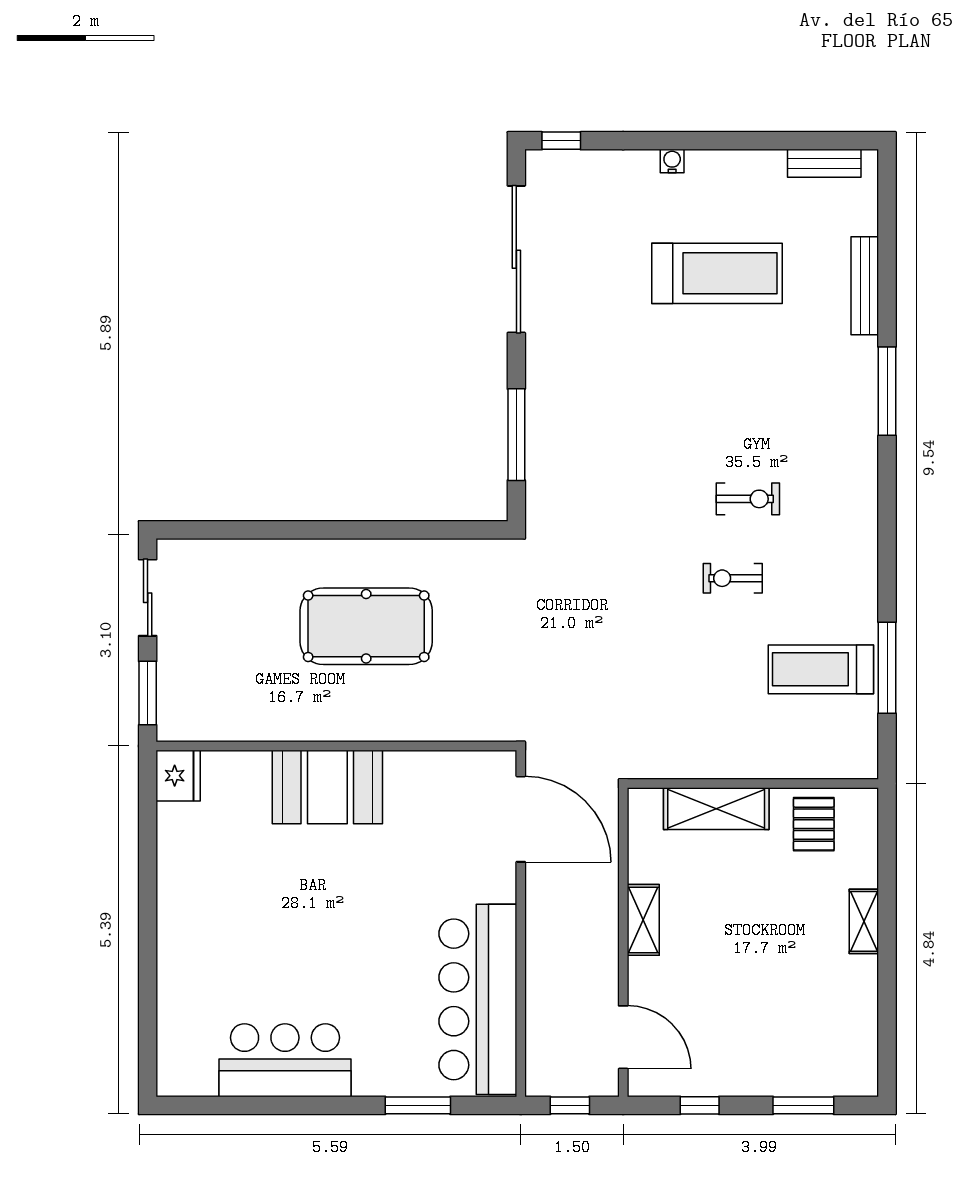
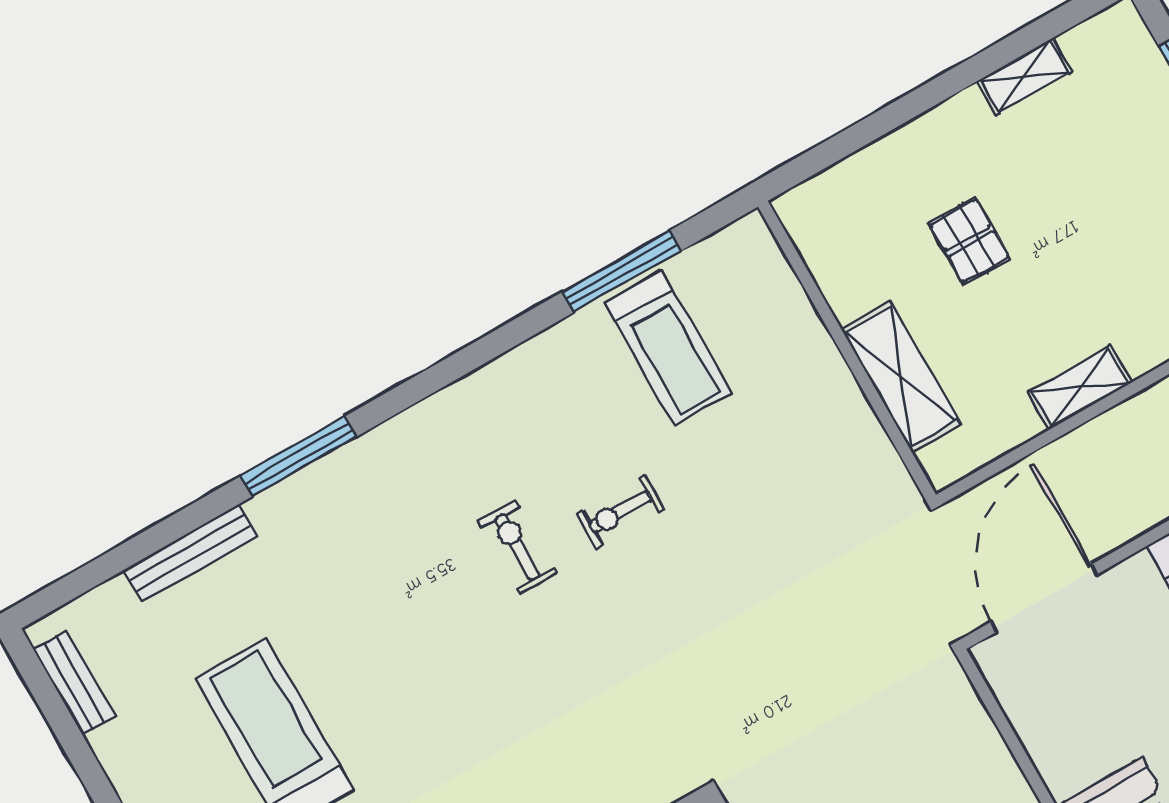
exercise bike: (733, 578) -> (620, 512), turned 90
pallet: (814, 824) -> (970, 241), moved, turned 90
shelving: (864, 921) -> (1024, 77), moved

